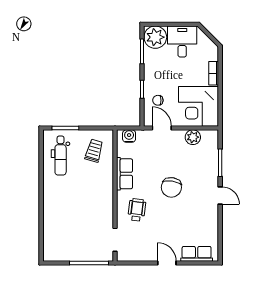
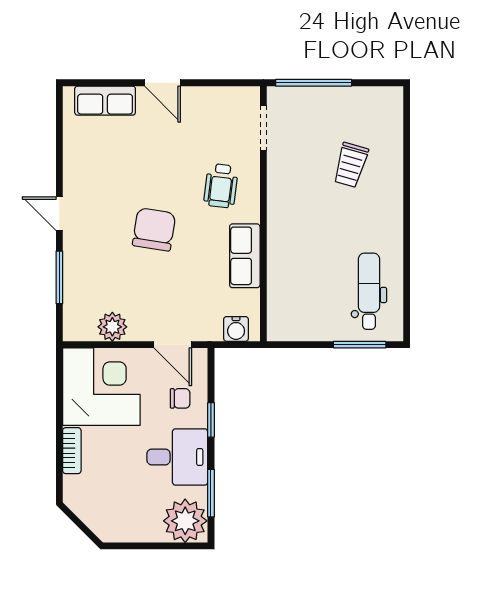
desk: (182, 42) -> (177, 457), moved, turned -90
trolley: (94, 151) -> (351, 165), moved

